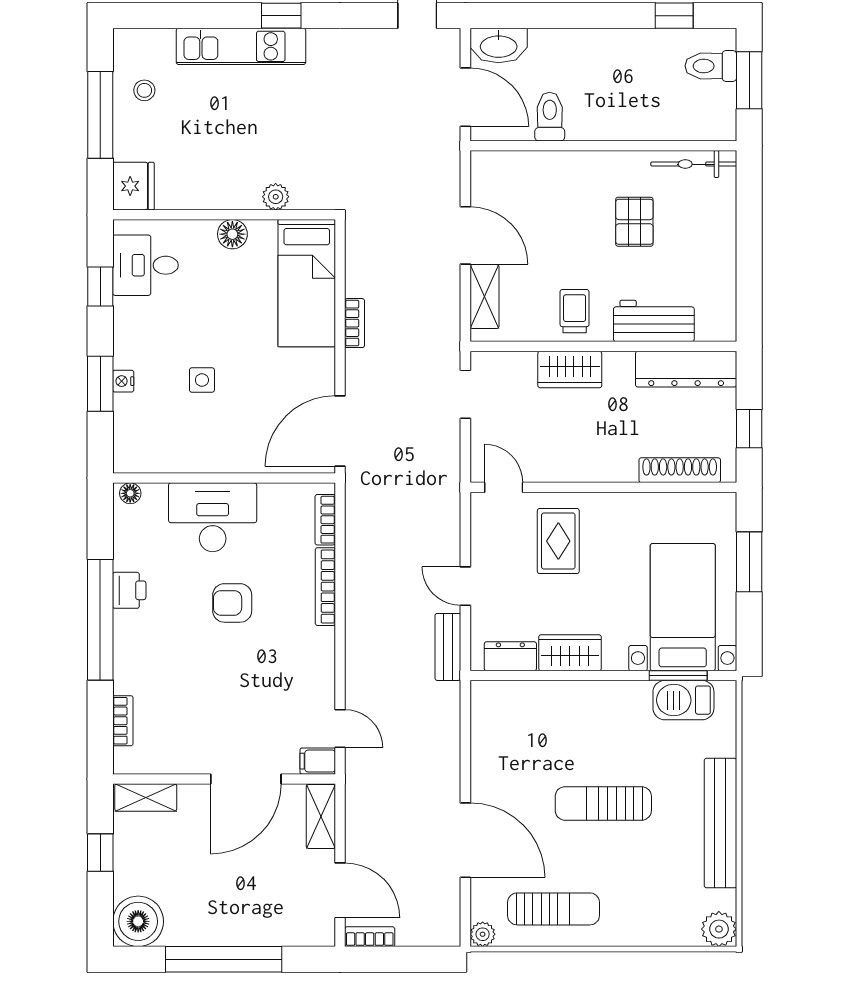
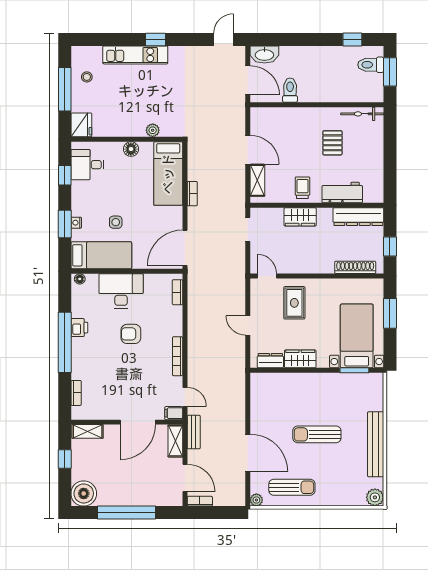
bed: (173, 446) -> (101, 255), added
bookcase: (325, 587) -> (178, 356), moved
bench: (448, 647) -> (194, 432), moved
barbecue: (683, 700) -> (357, 383), removed

